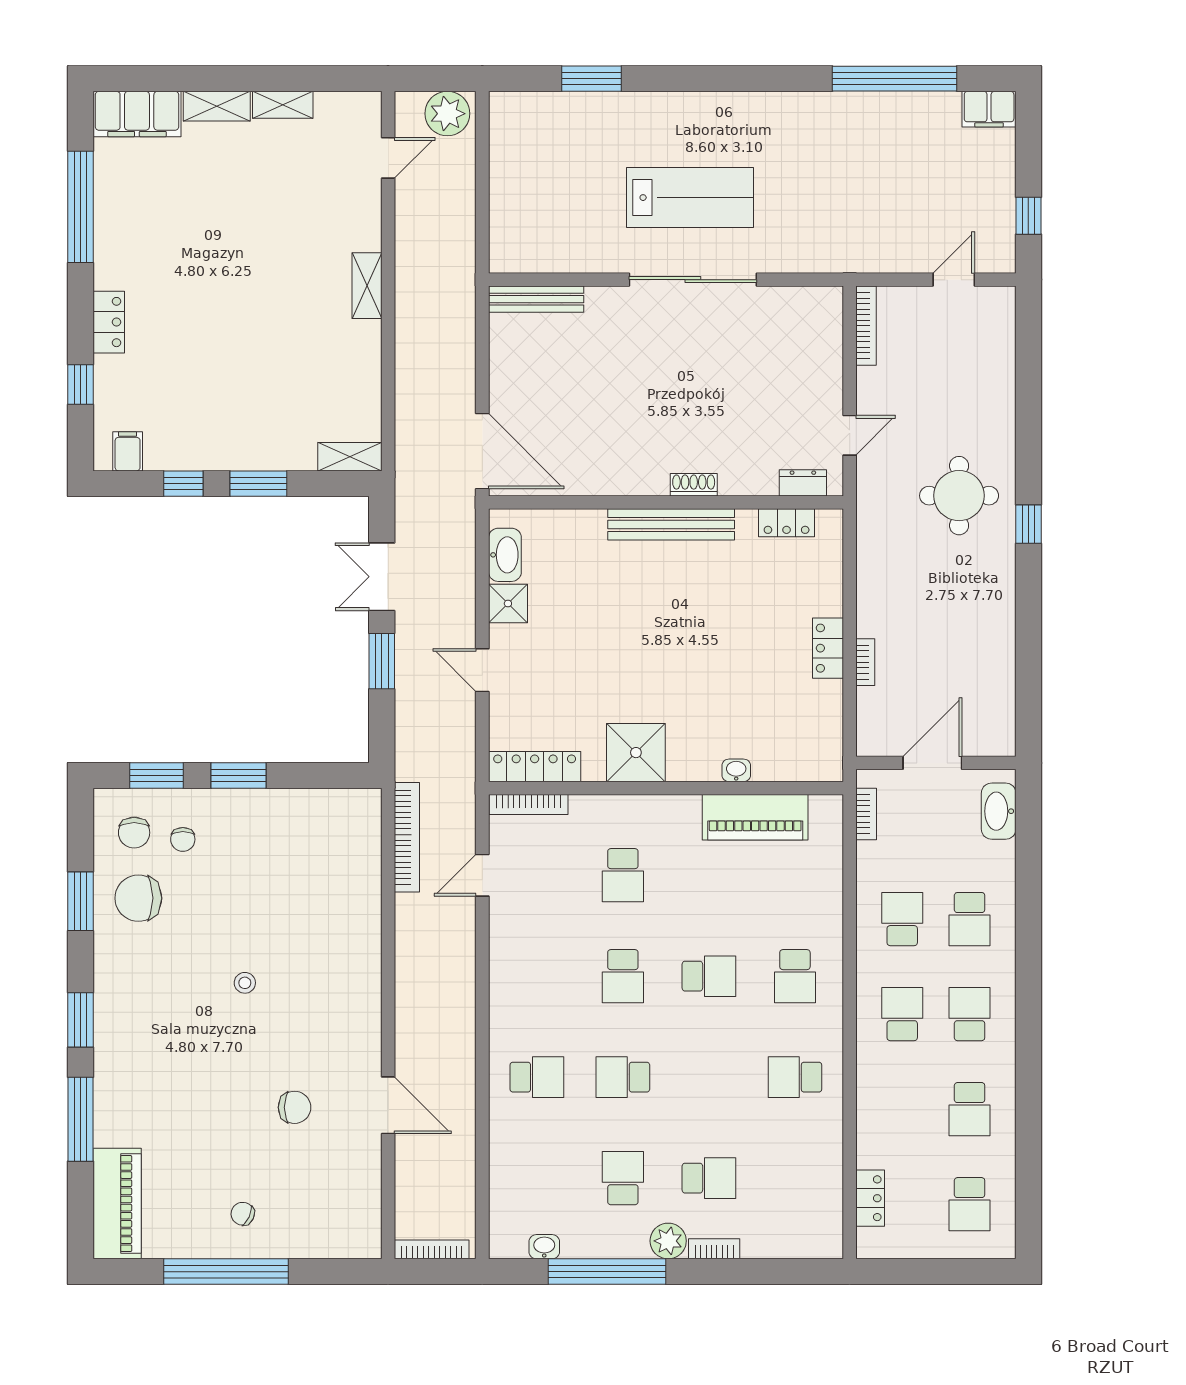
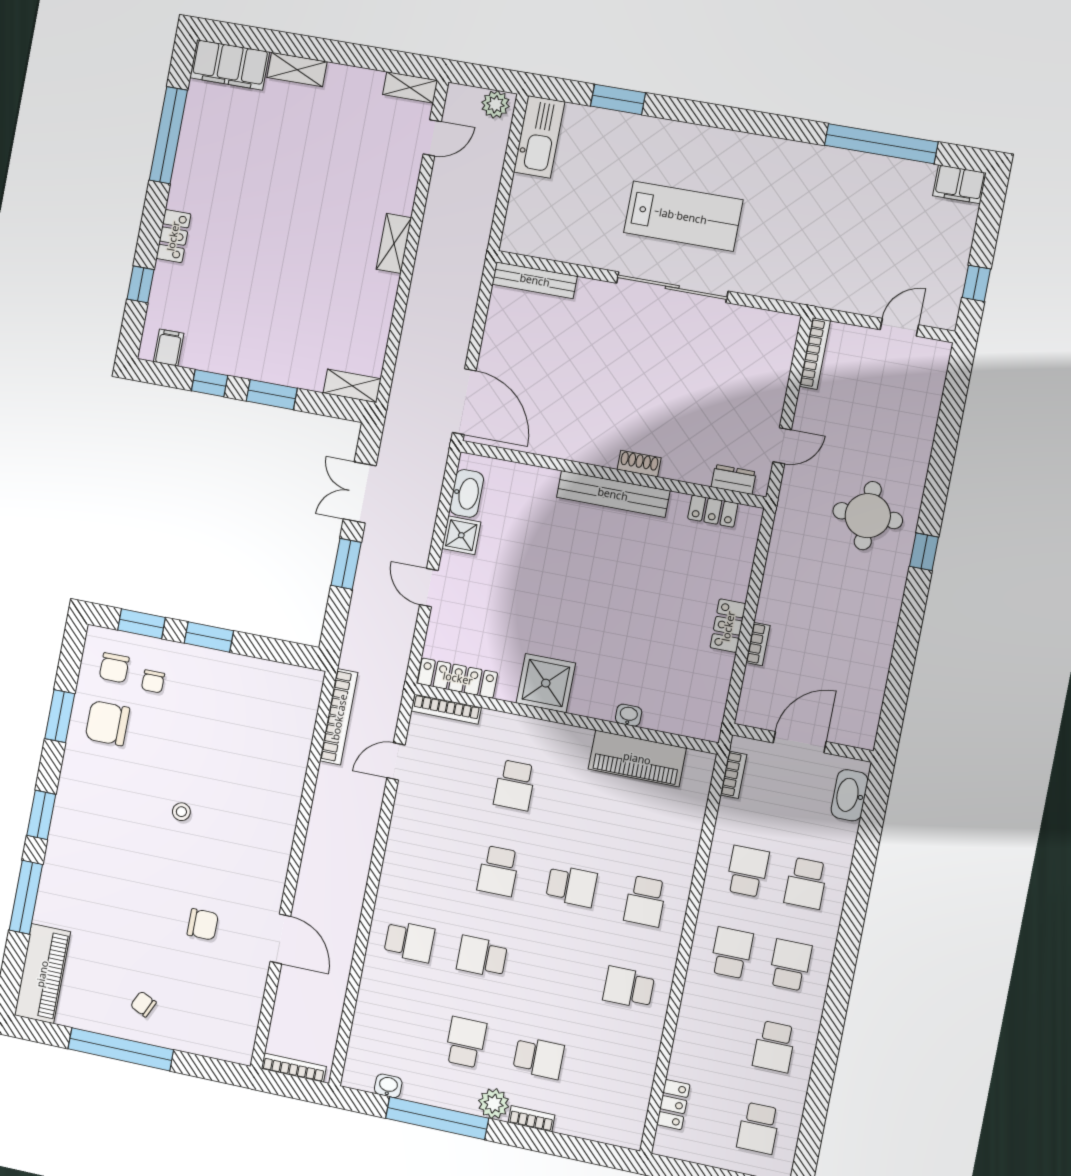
shelving: (283, 105) -> (410, 87), moved
plant: (447, 114) -> (496, 104), width x0.73, depth x0.73
kitchen sink: (510, 136) -> (539, 137), added

